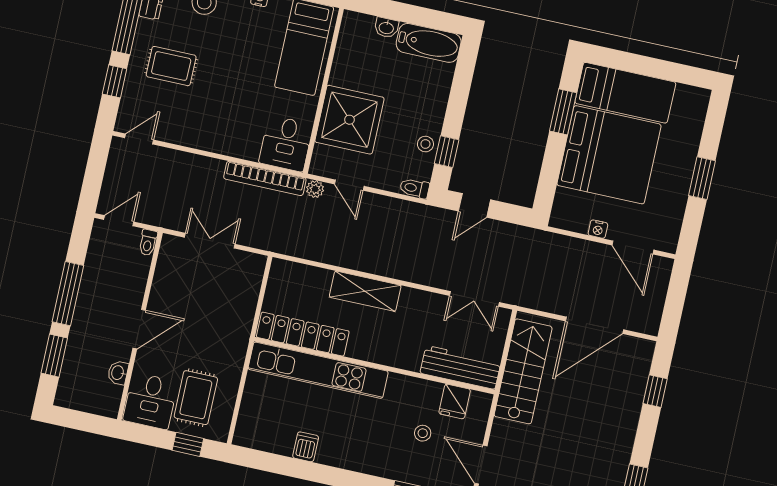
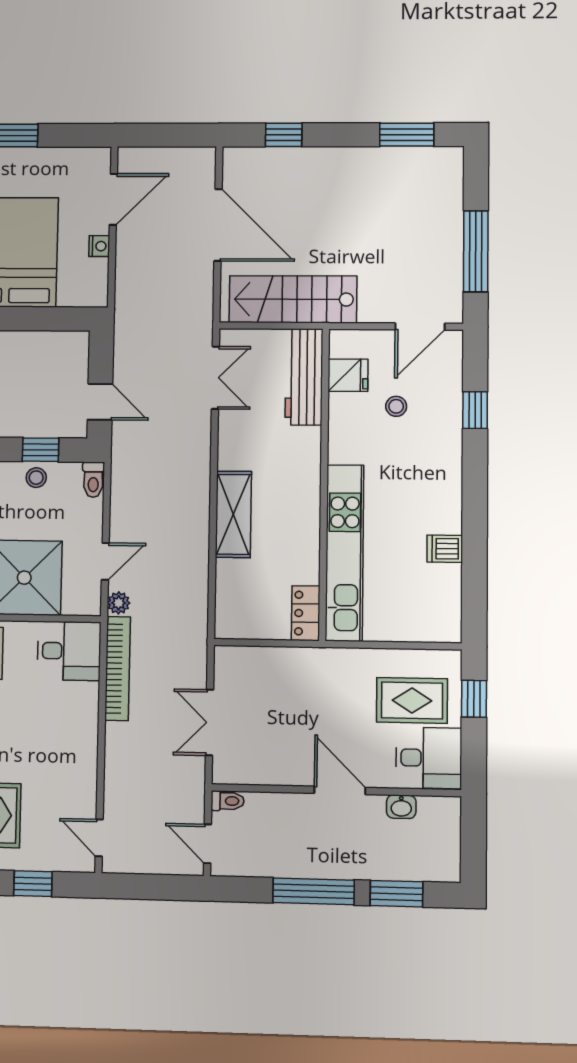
locker: (303, 334) -> (306, 613), width x0.46, depth x0.83

